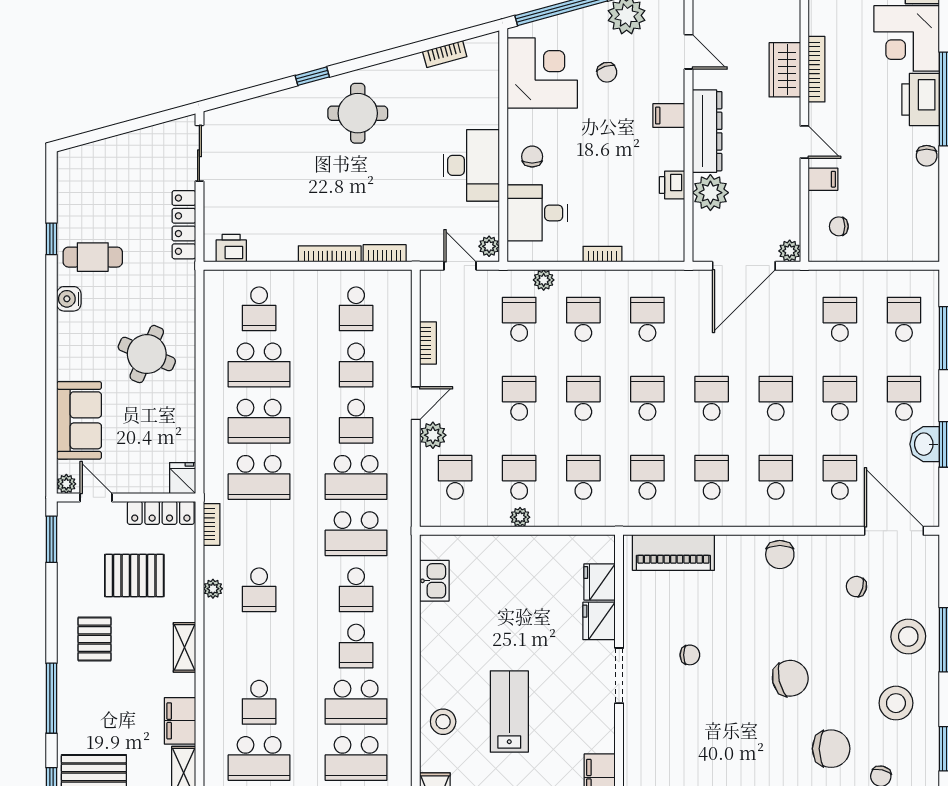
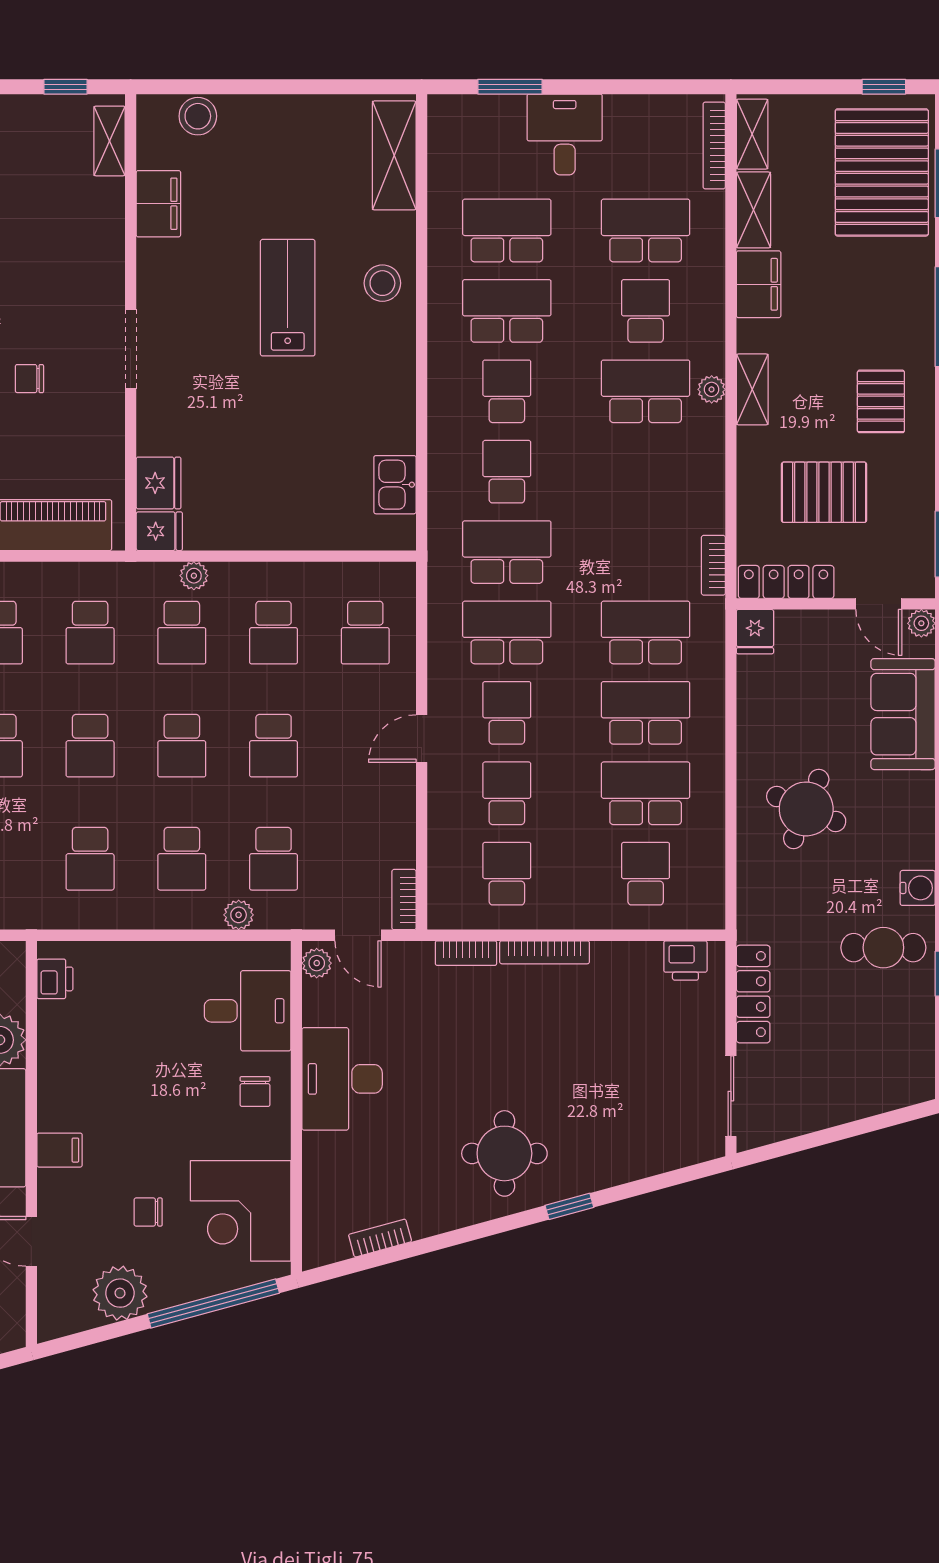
chair: (607, 72) -> (148, 1212), turned -72
printer: (672, 185) -> (55, 979), moved
bookcase: (603, 254) -> (154, 952), removed
bookcase: (428, 343) -> (404, 900), moved
plant: (433, 435) -> (397, 693), removed
plant: (520, 517) -> (194, 576), moved
plant: (213, 589) -> (712, 389), moved
school desk: (259, 590) -> (646, 391), moved, width x1.85
fridge: (599, 621) -> (159, 531), moved, width x0.72
lab bench: (509, 712) -> (288, 298), turned 180

